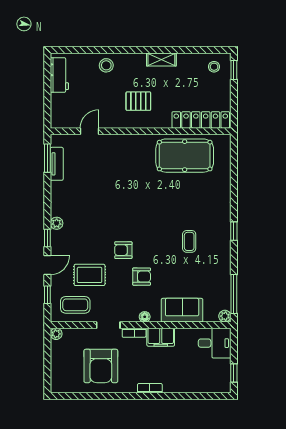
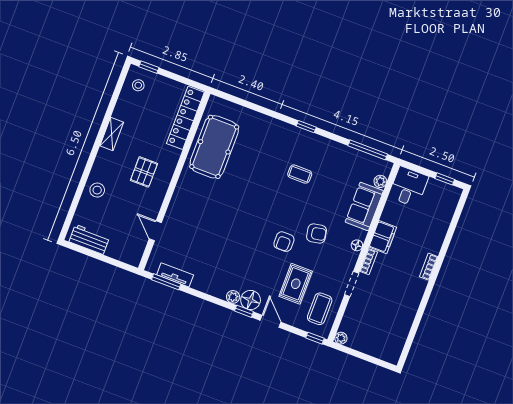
floor lamp: (60, 240) -> (251, 300), added
armchair: (142, 277) -> (317, 234), turned 80
window: (47, 295) -> (315, 338), moved
plant: (225, 316) -> (380, 181), moved
armchair: (101, 366) -> (389, 306), removed

